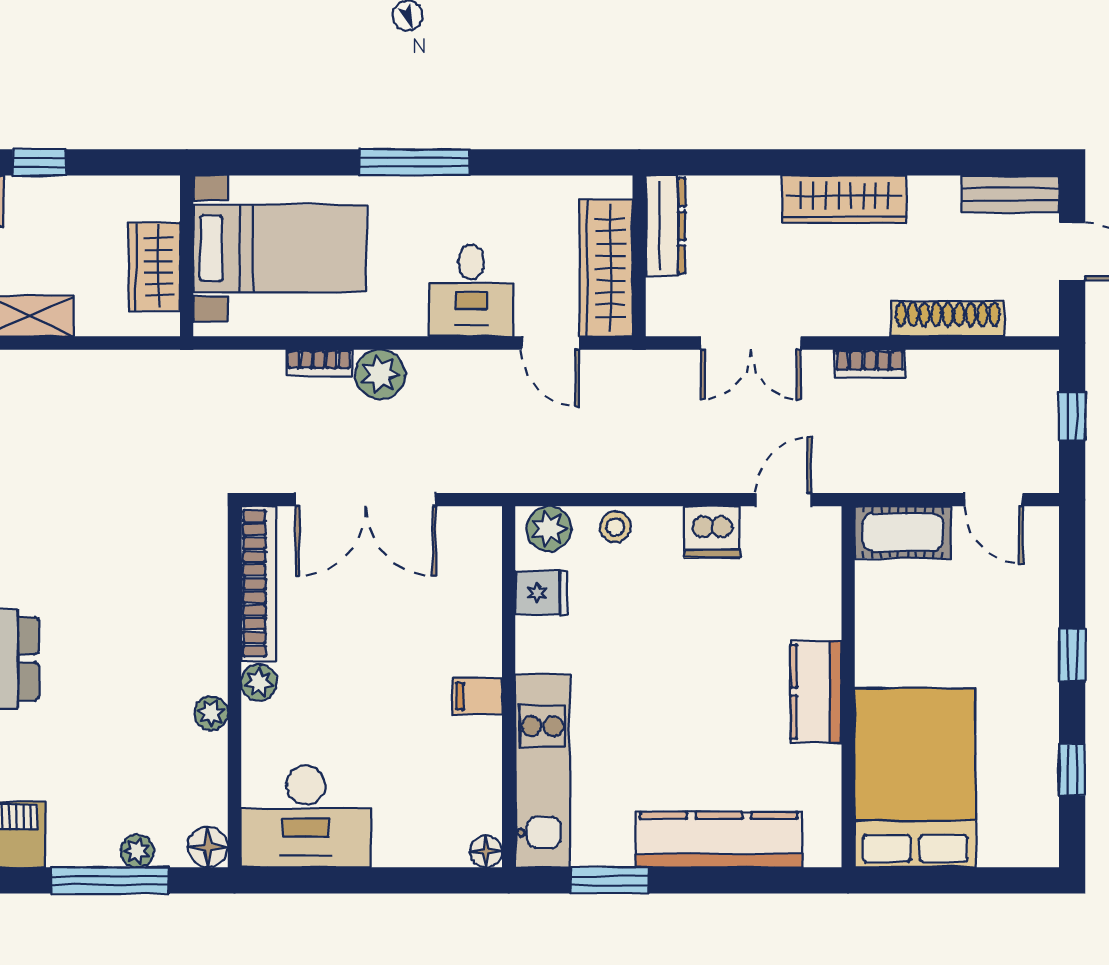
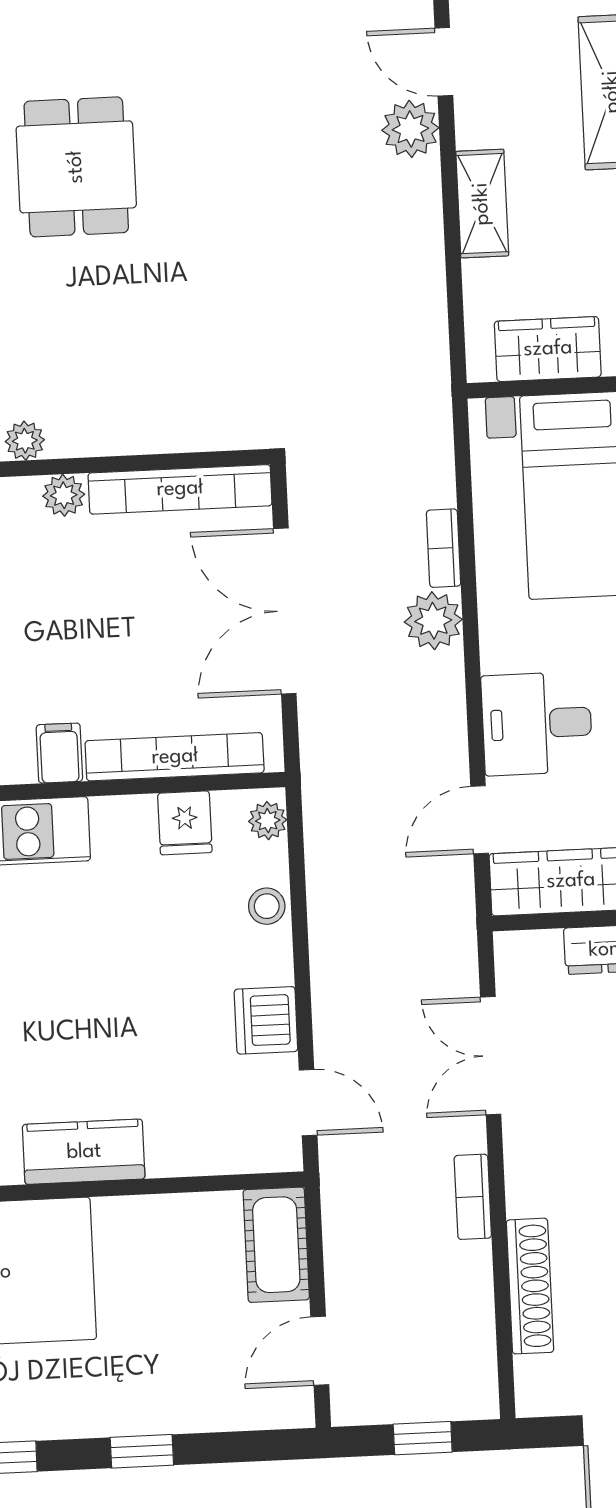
plant: (549, 529) -> (268, 821), width x0.73, depth x0.73
bookcase: (485, 599) -> (175, 757), added

